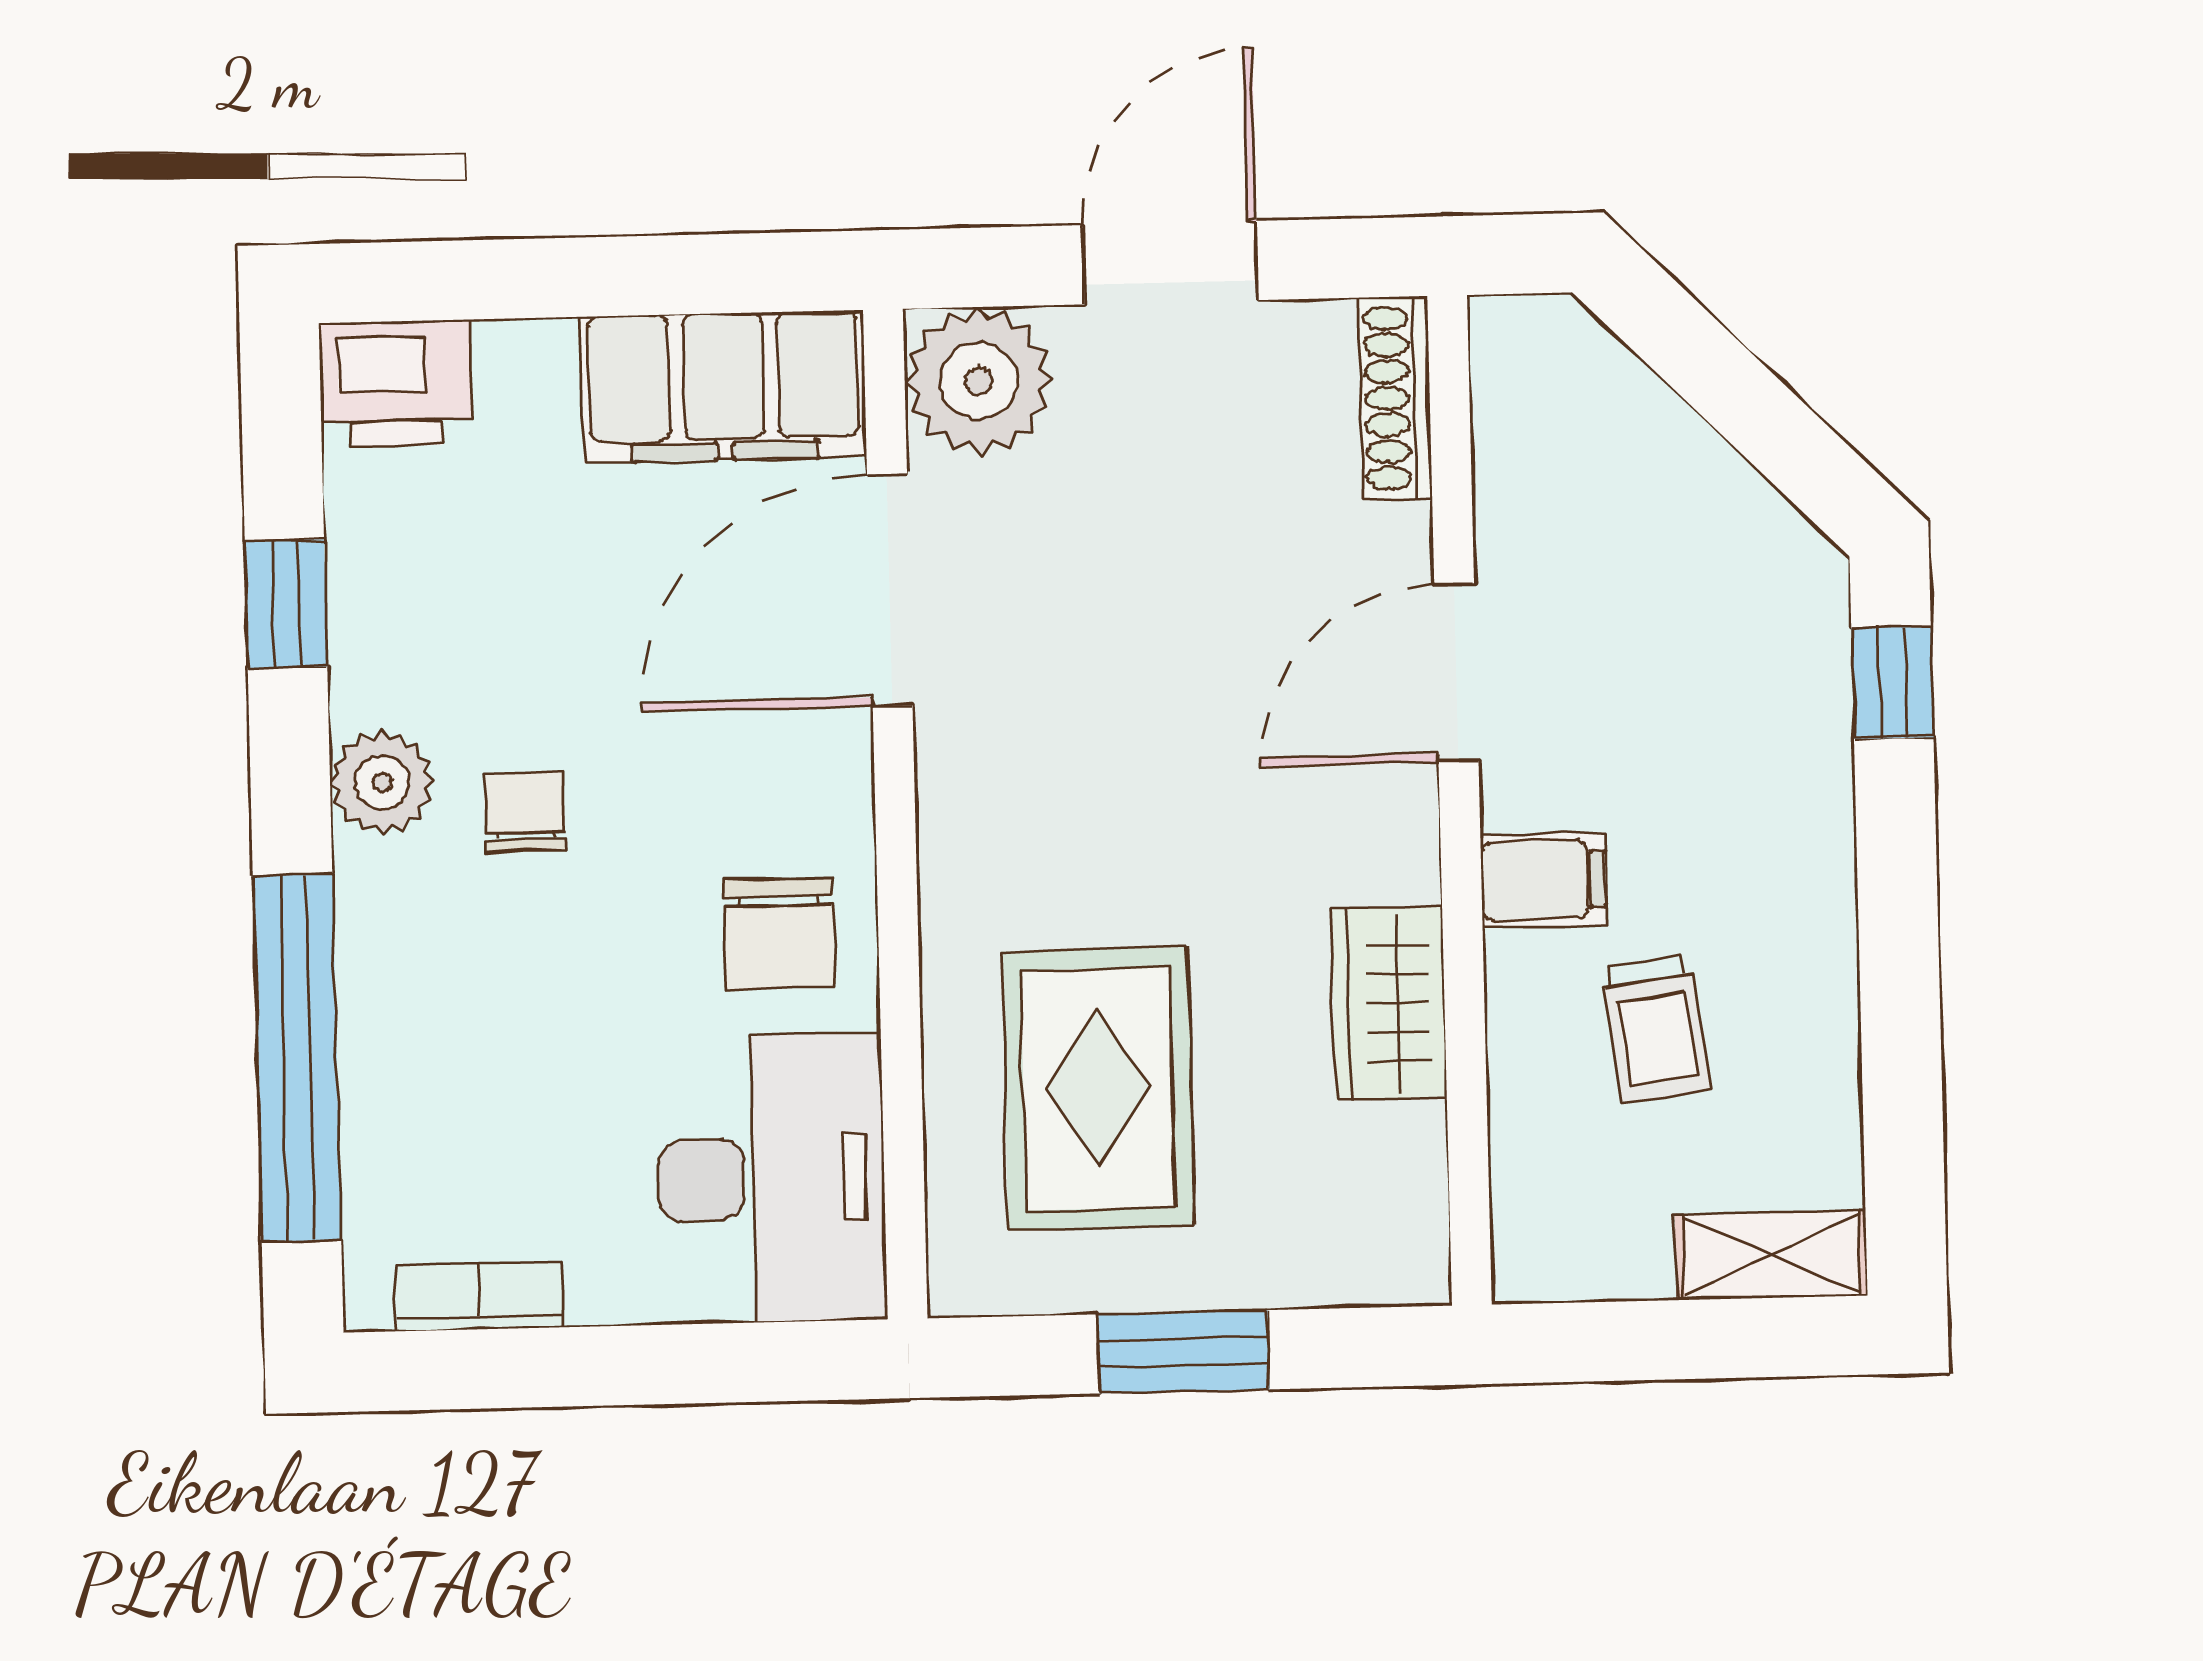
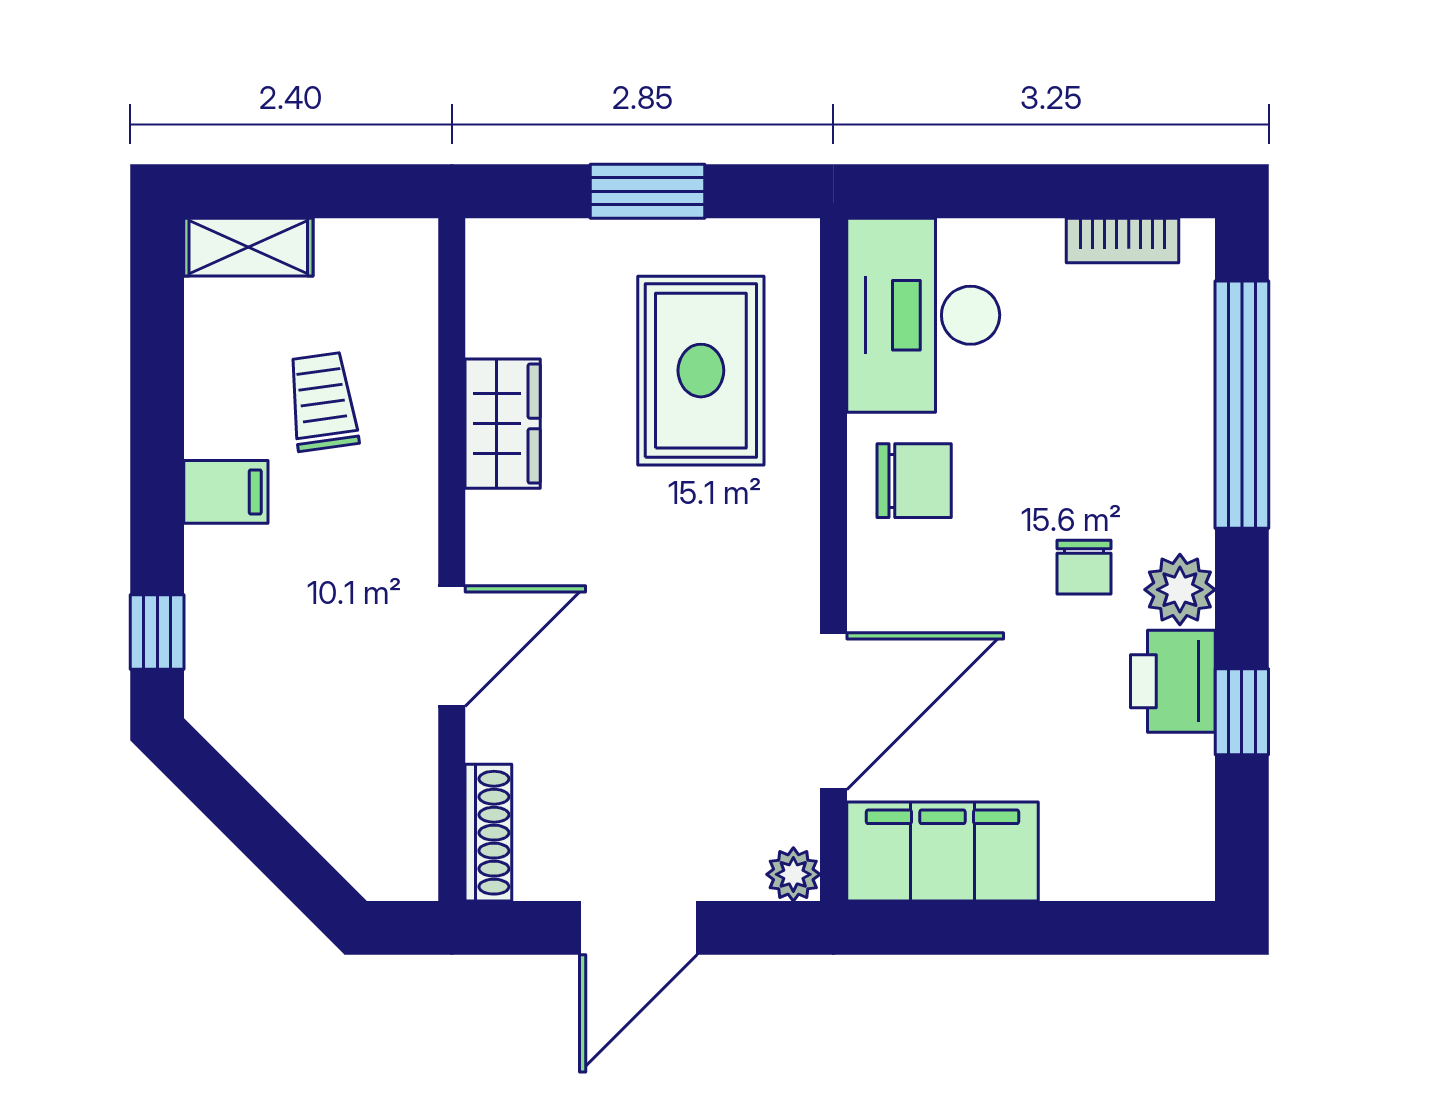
plant: (979, 381) -> (793, 874), width x0.53, depth x0.53
printer: (396, 384) -> (1173, 681), moved, turned -90
filing cabinet: (1543, 880) -> (226, 492), moved, turned 180
chair: (779, 934) -> (914, 481), turned 90

